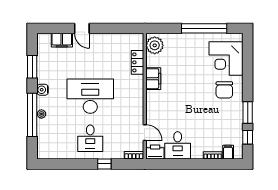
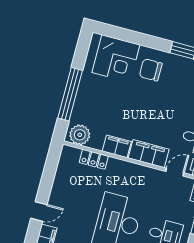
window: (204, 28) -> (70, 94), moved
chair: (224, 90) -> (151, 70), turned 180
filing cabinet: (154, 107) -> (149, 154), added

